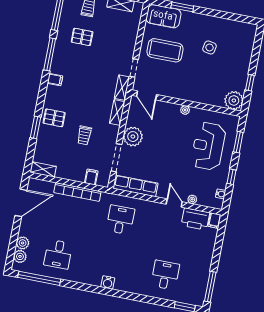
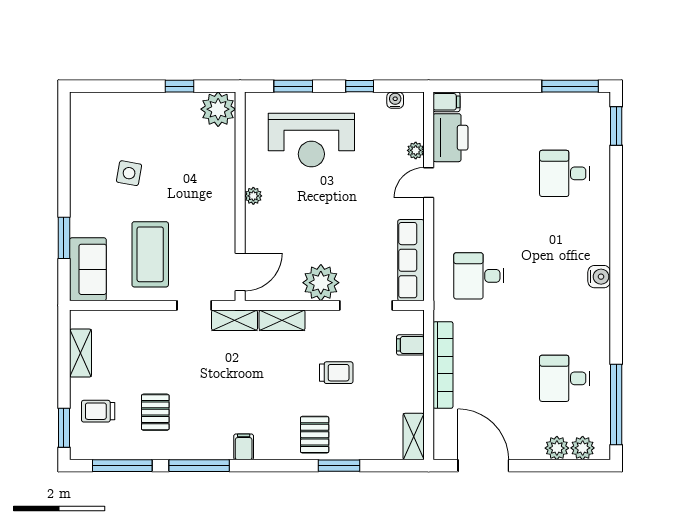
desk: (58, 254) -> (565, 378), turned 180

